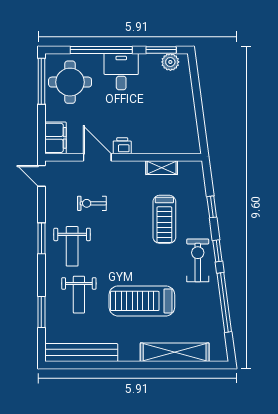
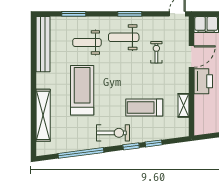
printer: (122, 146) -> (203, 81), width x1.87, depth x1.48
window: (217, 251) -> (131, 146), moved

